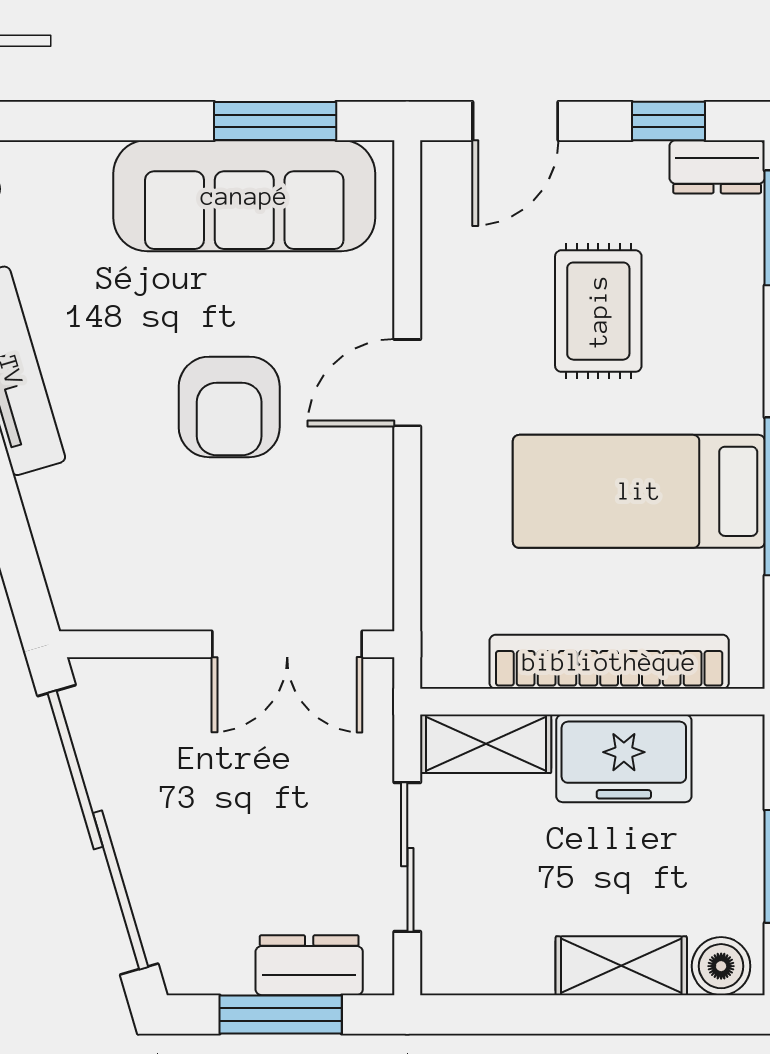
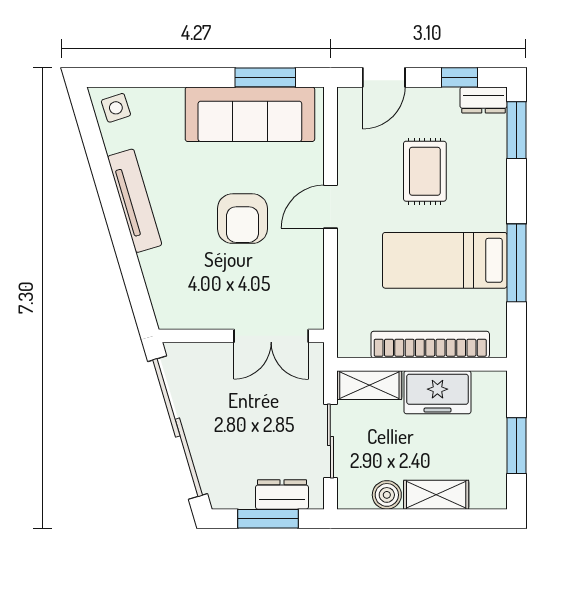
boiler: (721, 966) -> (387, 495), moved

